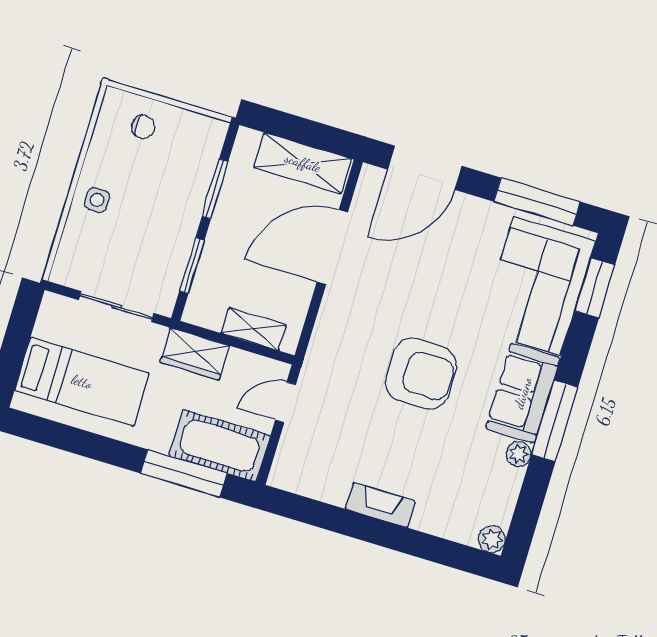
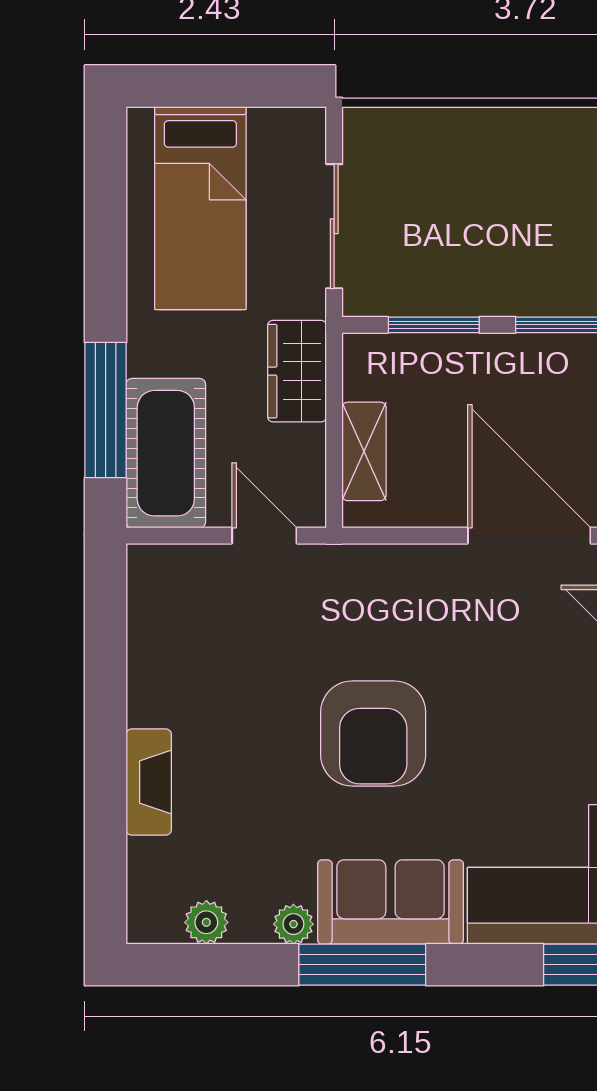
side table: (97, 200) -> (492, 146), removed
fireplace: (380, 505) -> (149, 782), moved
plant: (492, 539) -> (206, 922), moved

